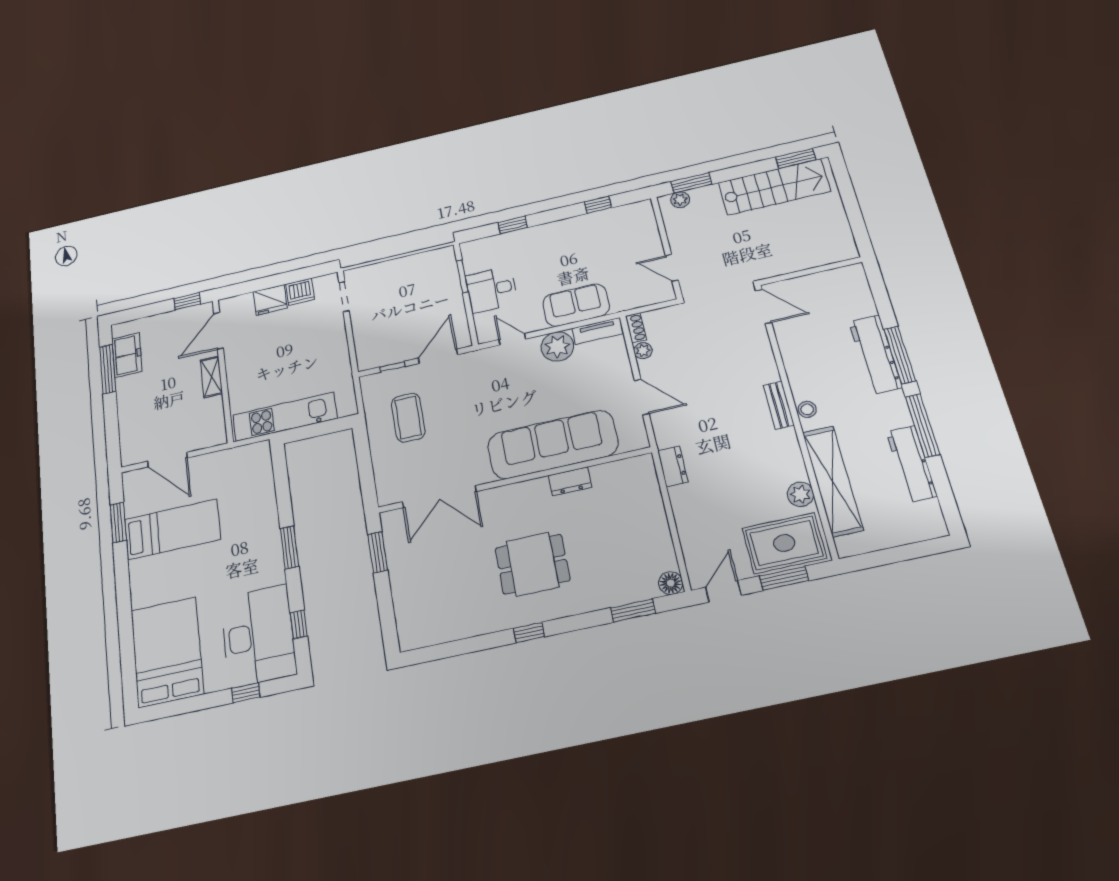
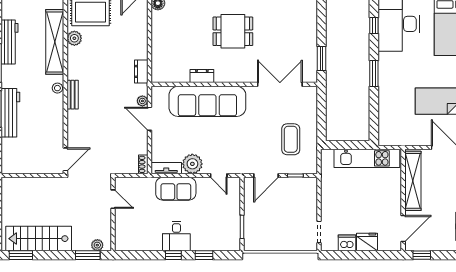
window: (598, 205) -> (173, 255), moved
desk: (491, 289) -> (176, 236), moved, turned 90
door: (764, 306) -> (65, 159), swing flipped
plant: (643, 351) -> (142, 101), moved
shelving: (211, 377) -> (413, 181), width x2.20, depth x1.33

